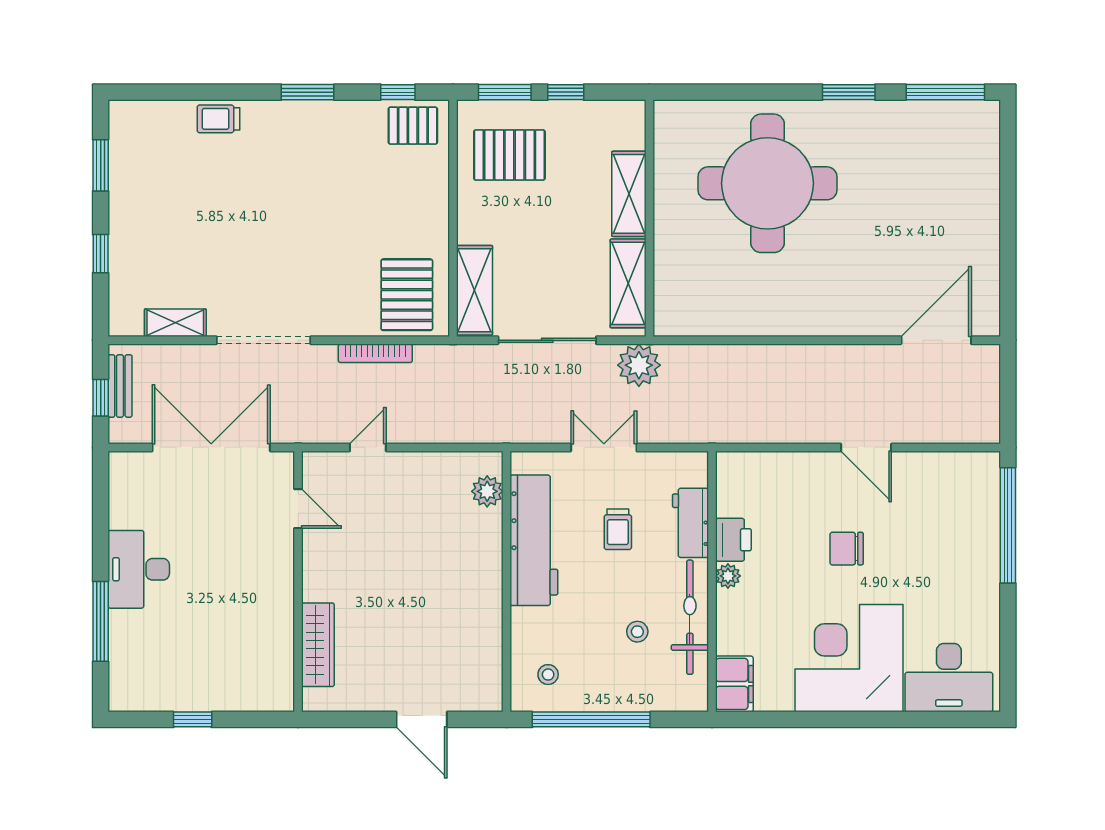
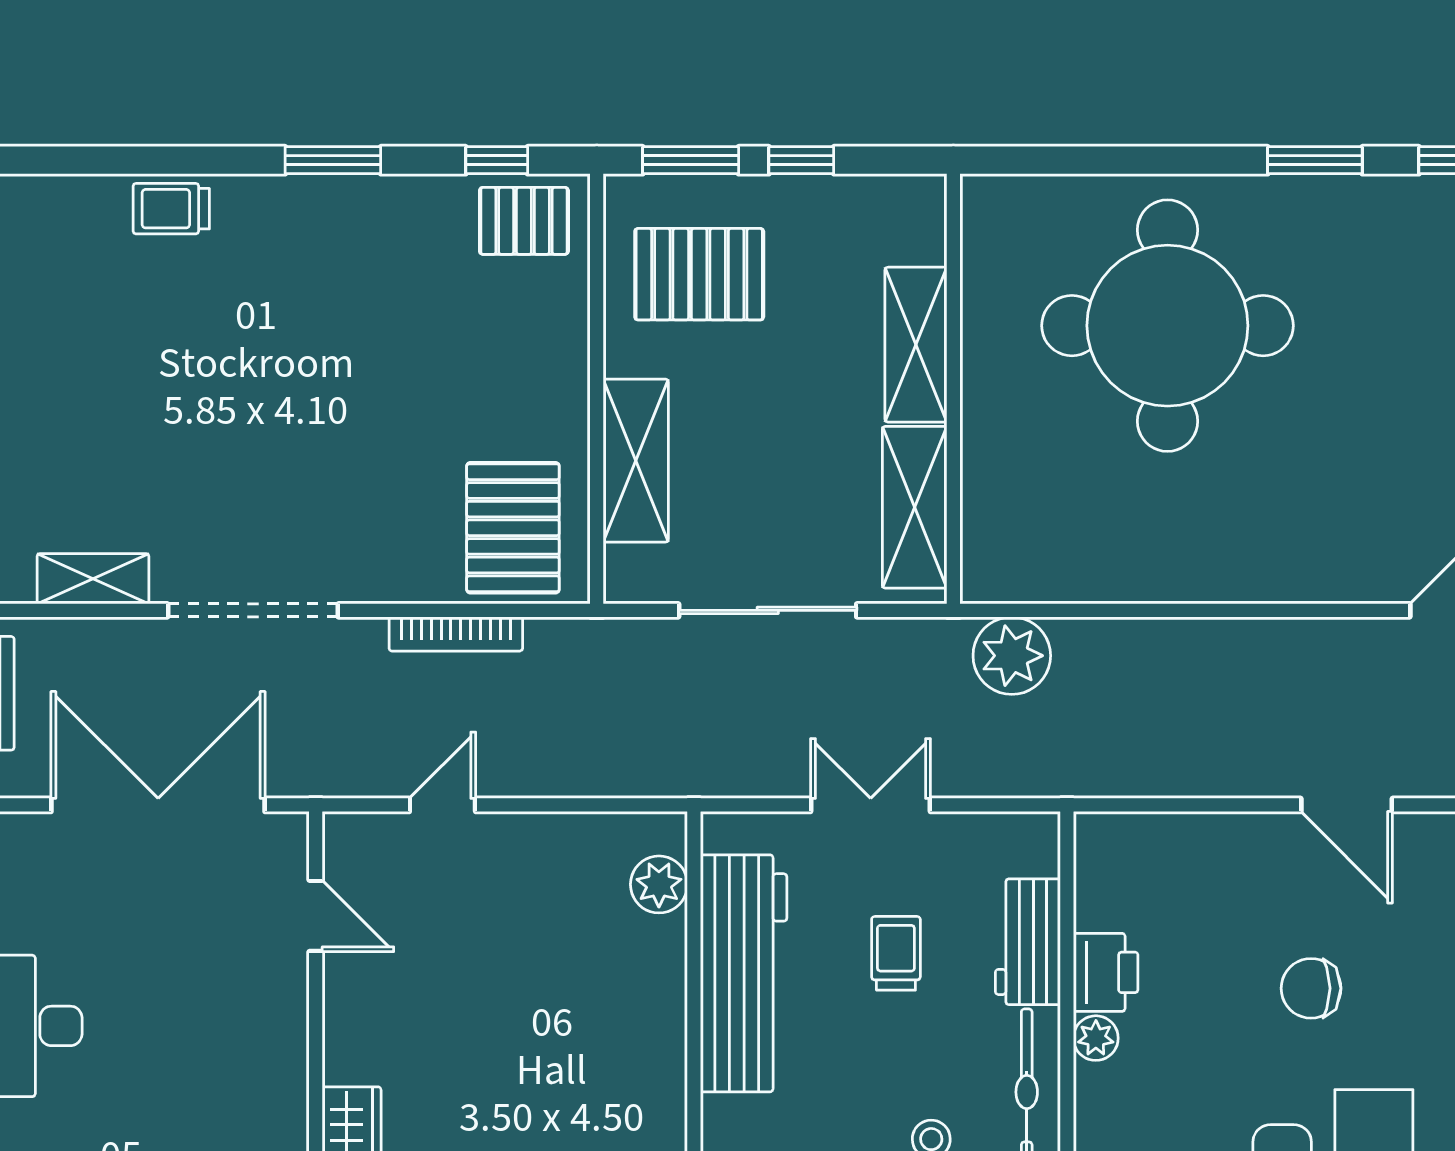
shelving: (474, 290) -> (636, 461), moved
plant: (639, 365) -> (1012, 656), moved
trolley: (618, 529) -> (896, 953), turned 180

